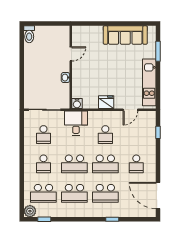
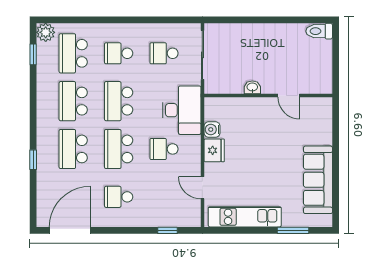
water cooler: (77, 104) -> (212, 130), moved
desk: (76, 123) -> (182, 110), width x1.37

